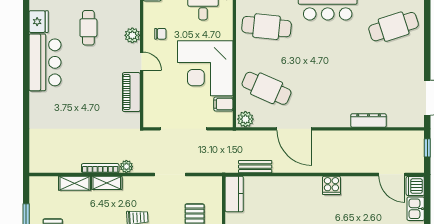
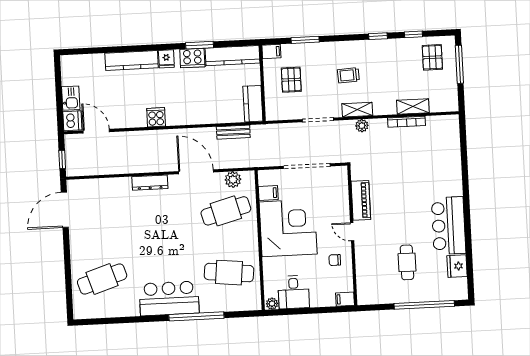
plant: (132, 35) -> (363, 257), removed
cafe table: (267, 88) -> (226, 211), turned -39
plant: (245, 119) -> (233, 180), moved
dresser: (369, 120) -> (150, 183), moved
bookcase: (100, 168) -> (407, 122), moved
shelving: (107, 183) -> (357, 110), moved

